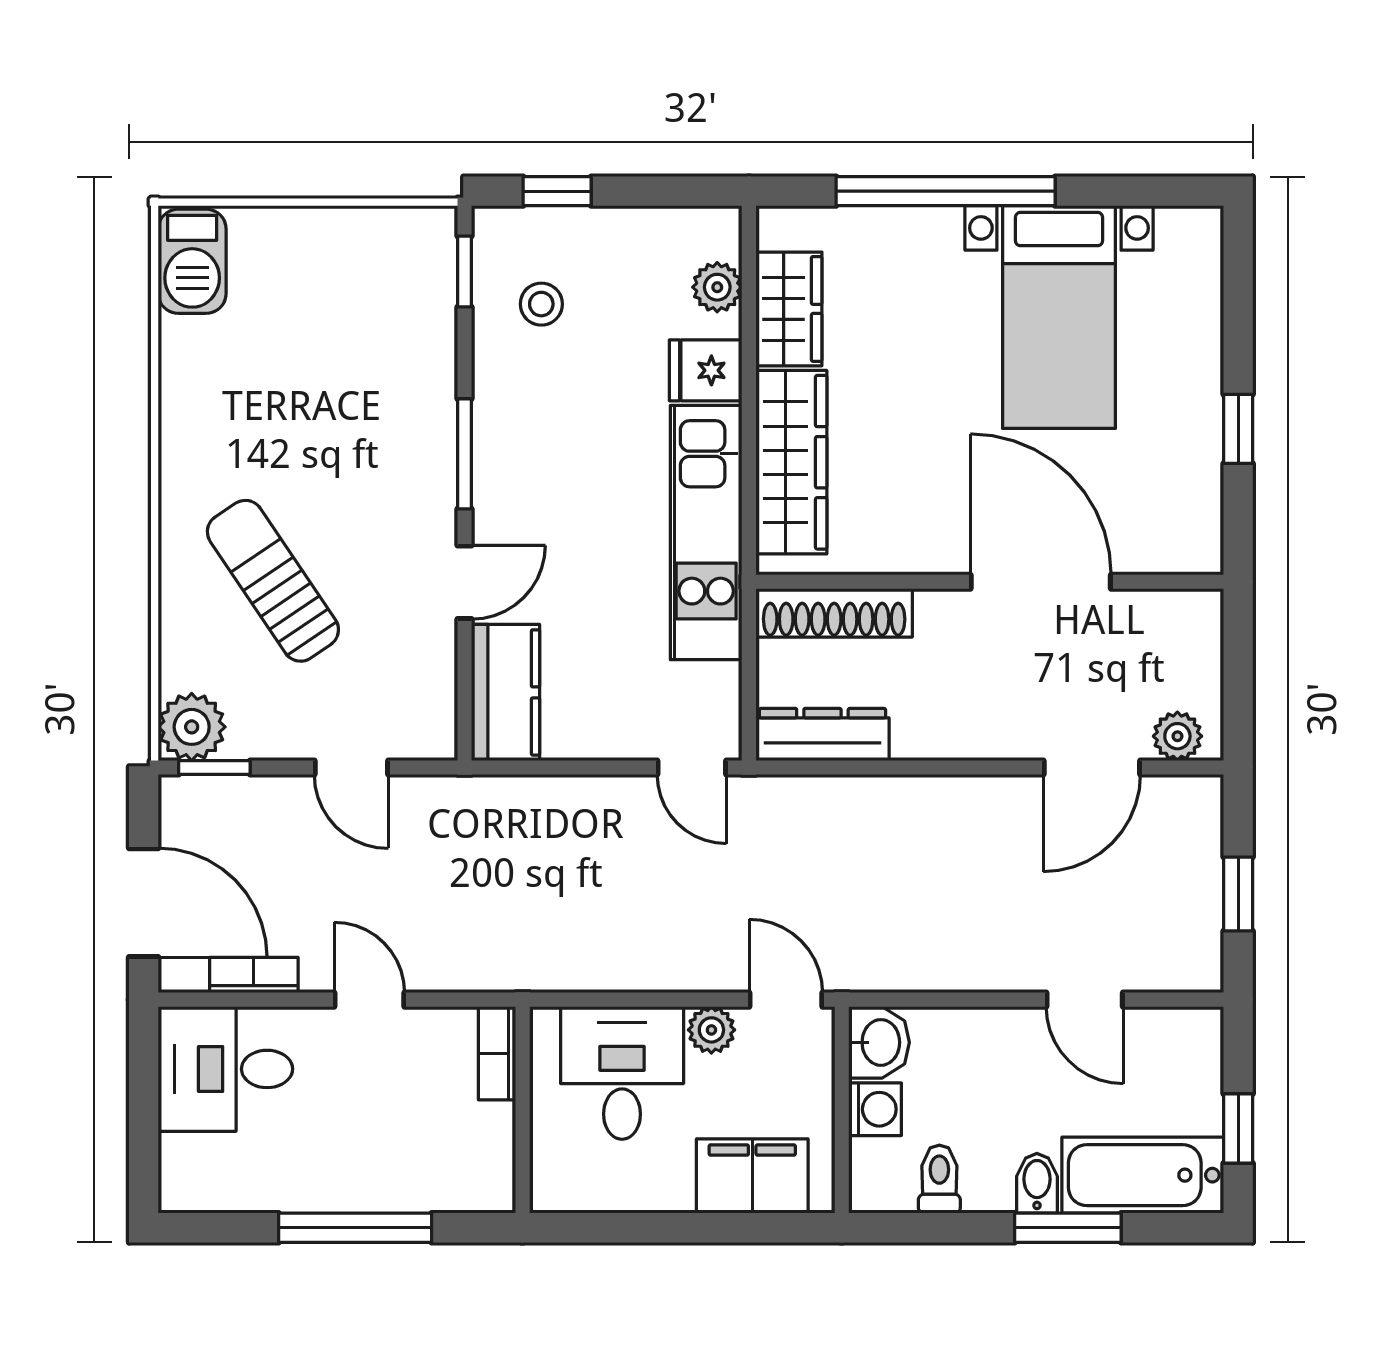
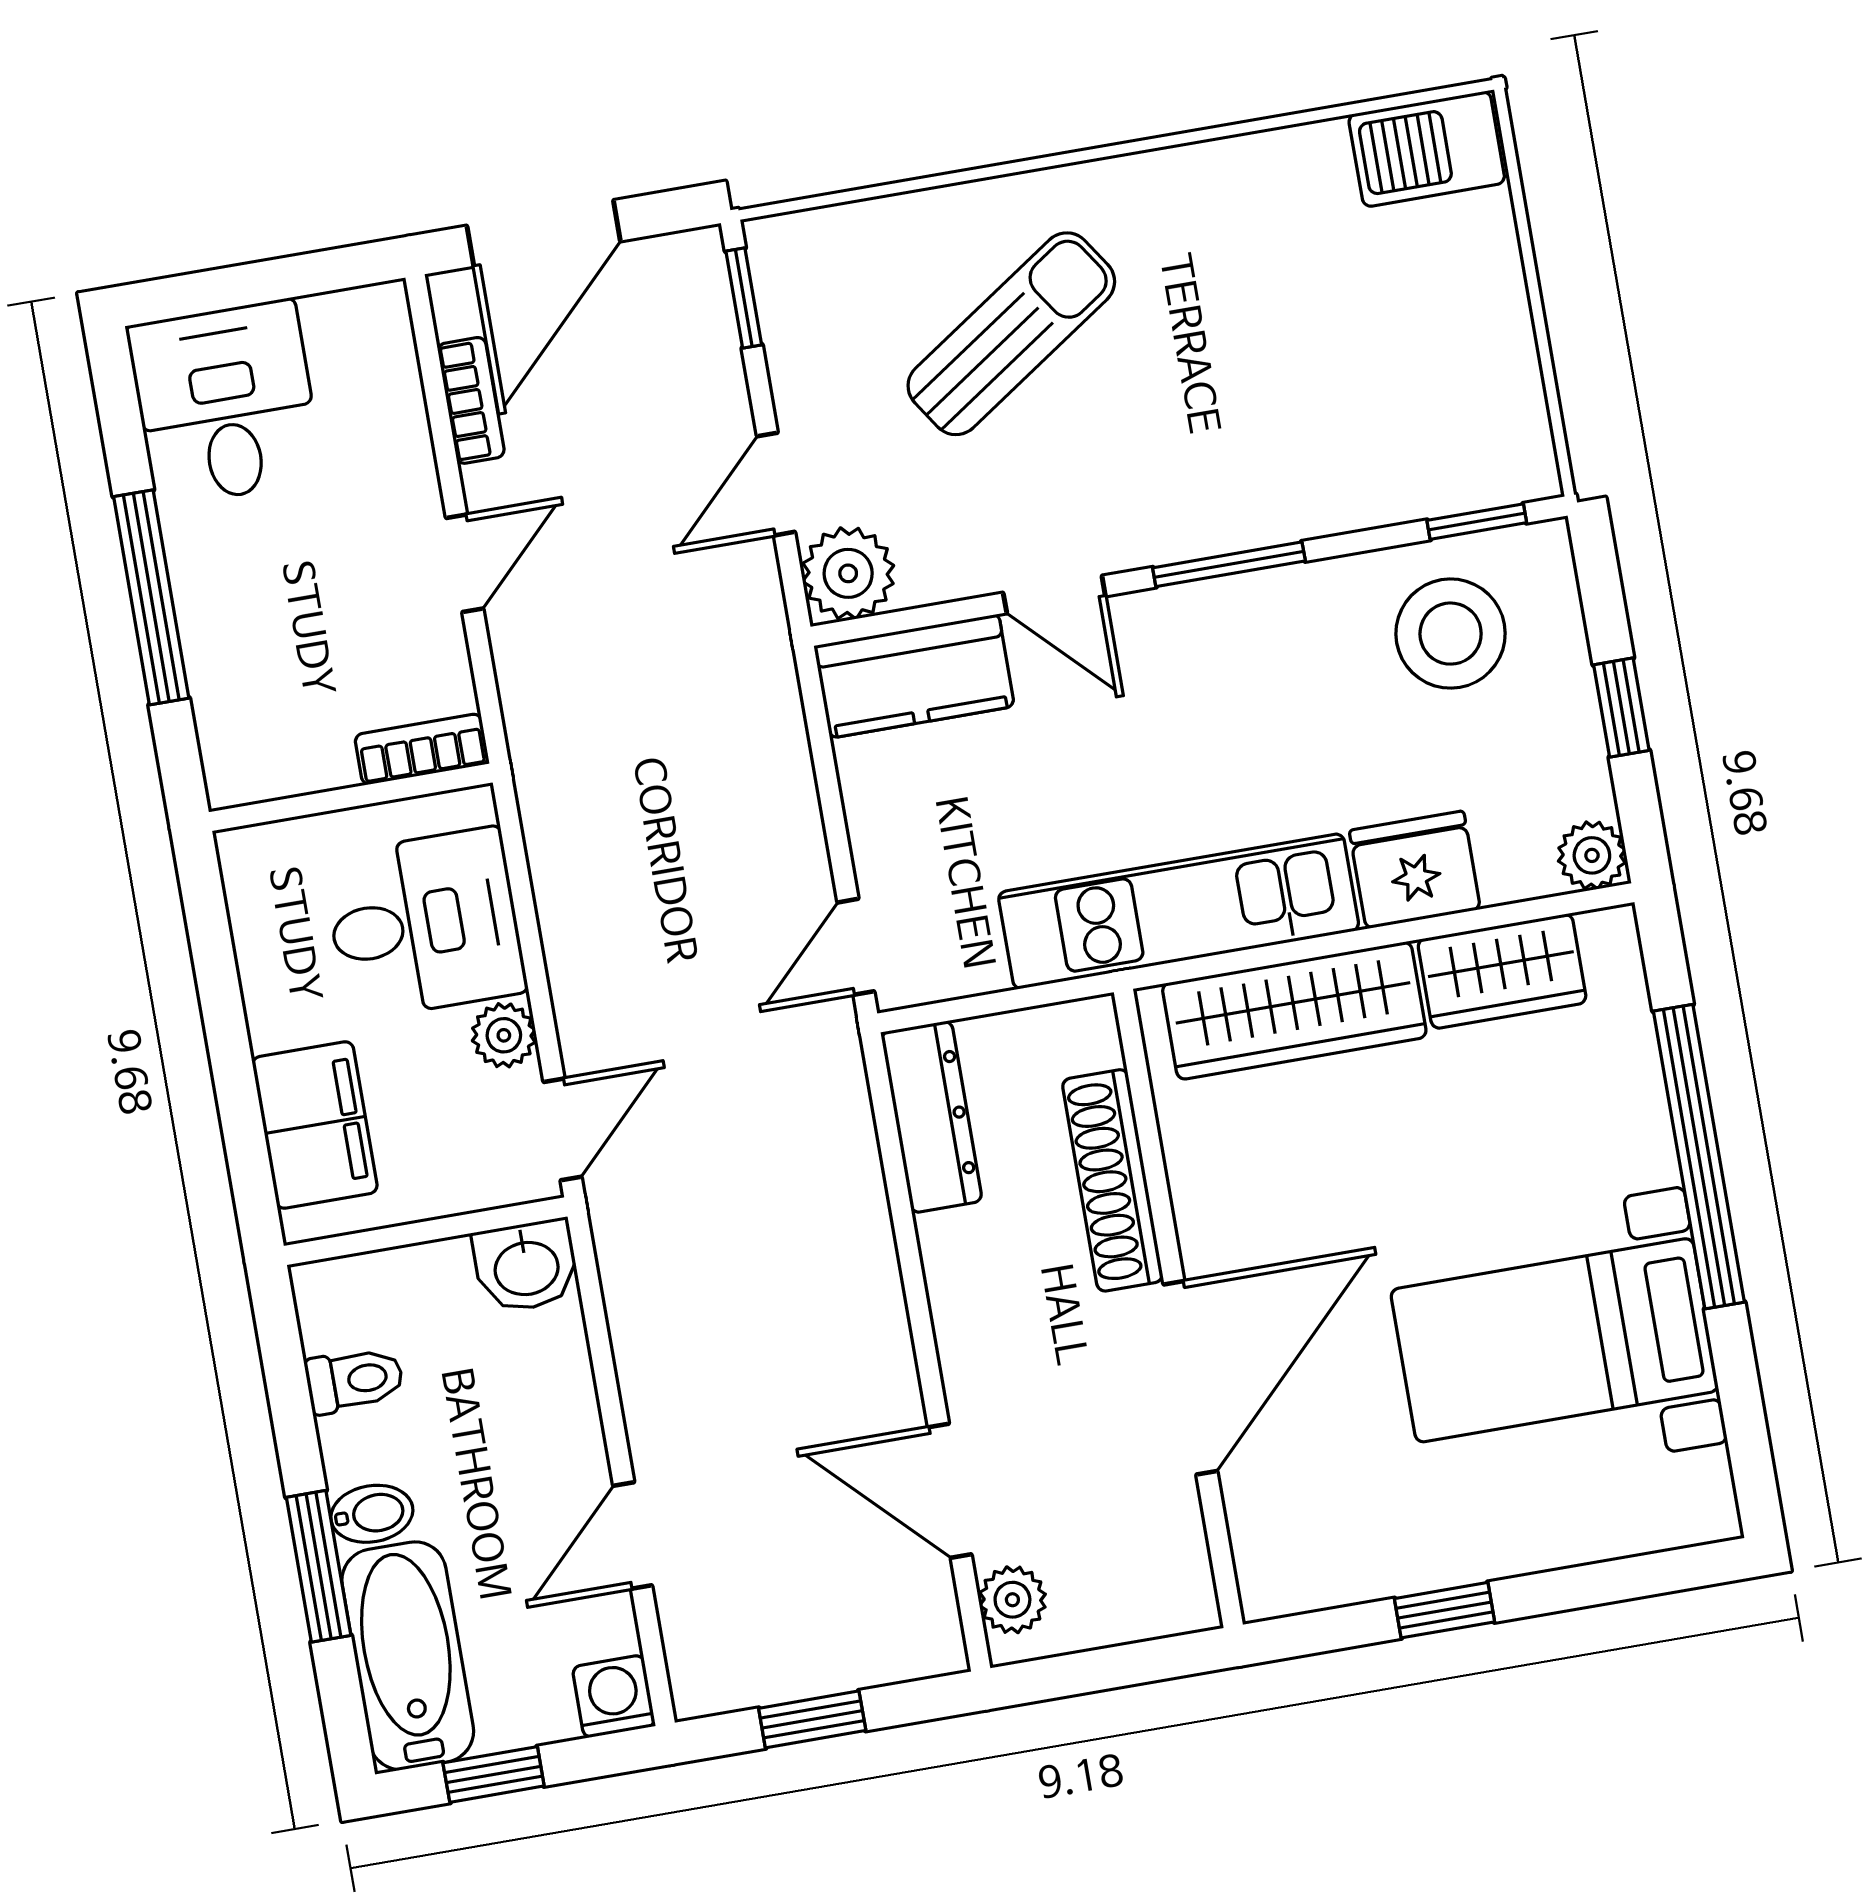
window: (557, 191) -> (1621, 708), moved
plant: (717, 287) -> (1592, 855), moved
stool: (541, 304) -> (1451, 634), width x1.89, depth x1.89
fridge: (706, 370) -> (1415, 870), width x1.38
shoe rack: (834, 613) -> (1113, 1180), moved
plant: (192, 727) -> (848, 573), moved
desk: (225, 1069) -> (225, 403), moved
washing machine: (875, 1109) -> (614, 1696), moved, turned 180

